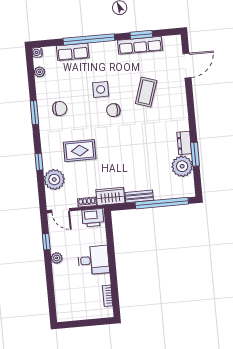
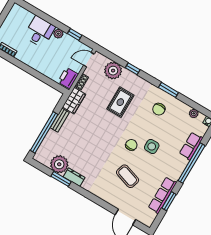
desk: (93, 260) -> (39, 32), moved, turned 180

